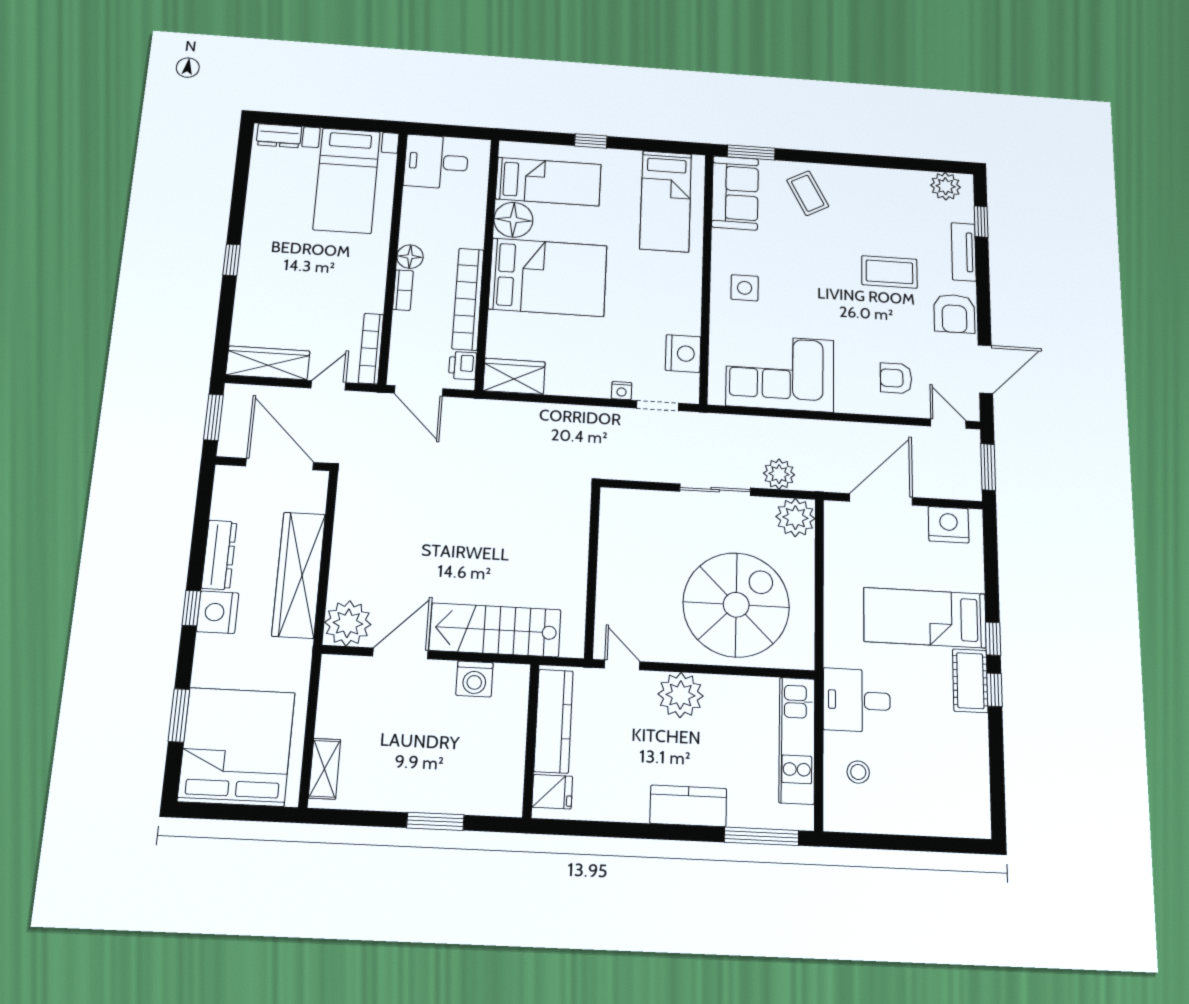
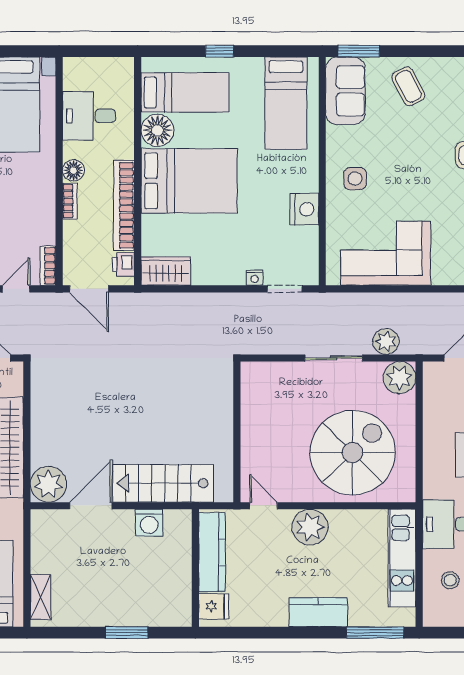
desk: (436, 162) -> (89, 116), moved
bookcase: (371, 349) -> (48, 266), width x0.64
nightstand: (683, 353) -> (304, 209), moved

